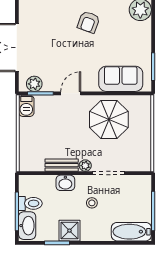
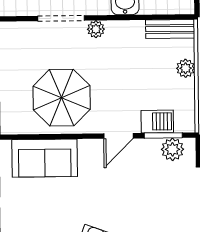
barbecue: (26, 106) -> (157, 121), moved, turned 90
plant: (25, 139) -> (186, 68), added
bench: (62, 165) -> (170, 29), moved

